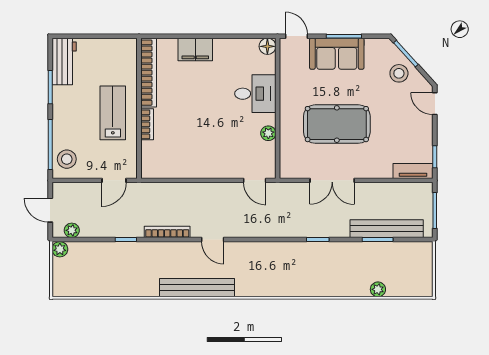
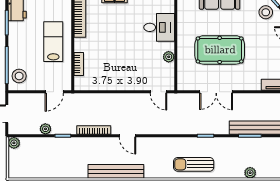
bookcase: (147, 124) -> (79, 64), moved
plant: (72, 230) -> (45, 129), moved
sun lounger: (302, 278) -> (194, 164), added

